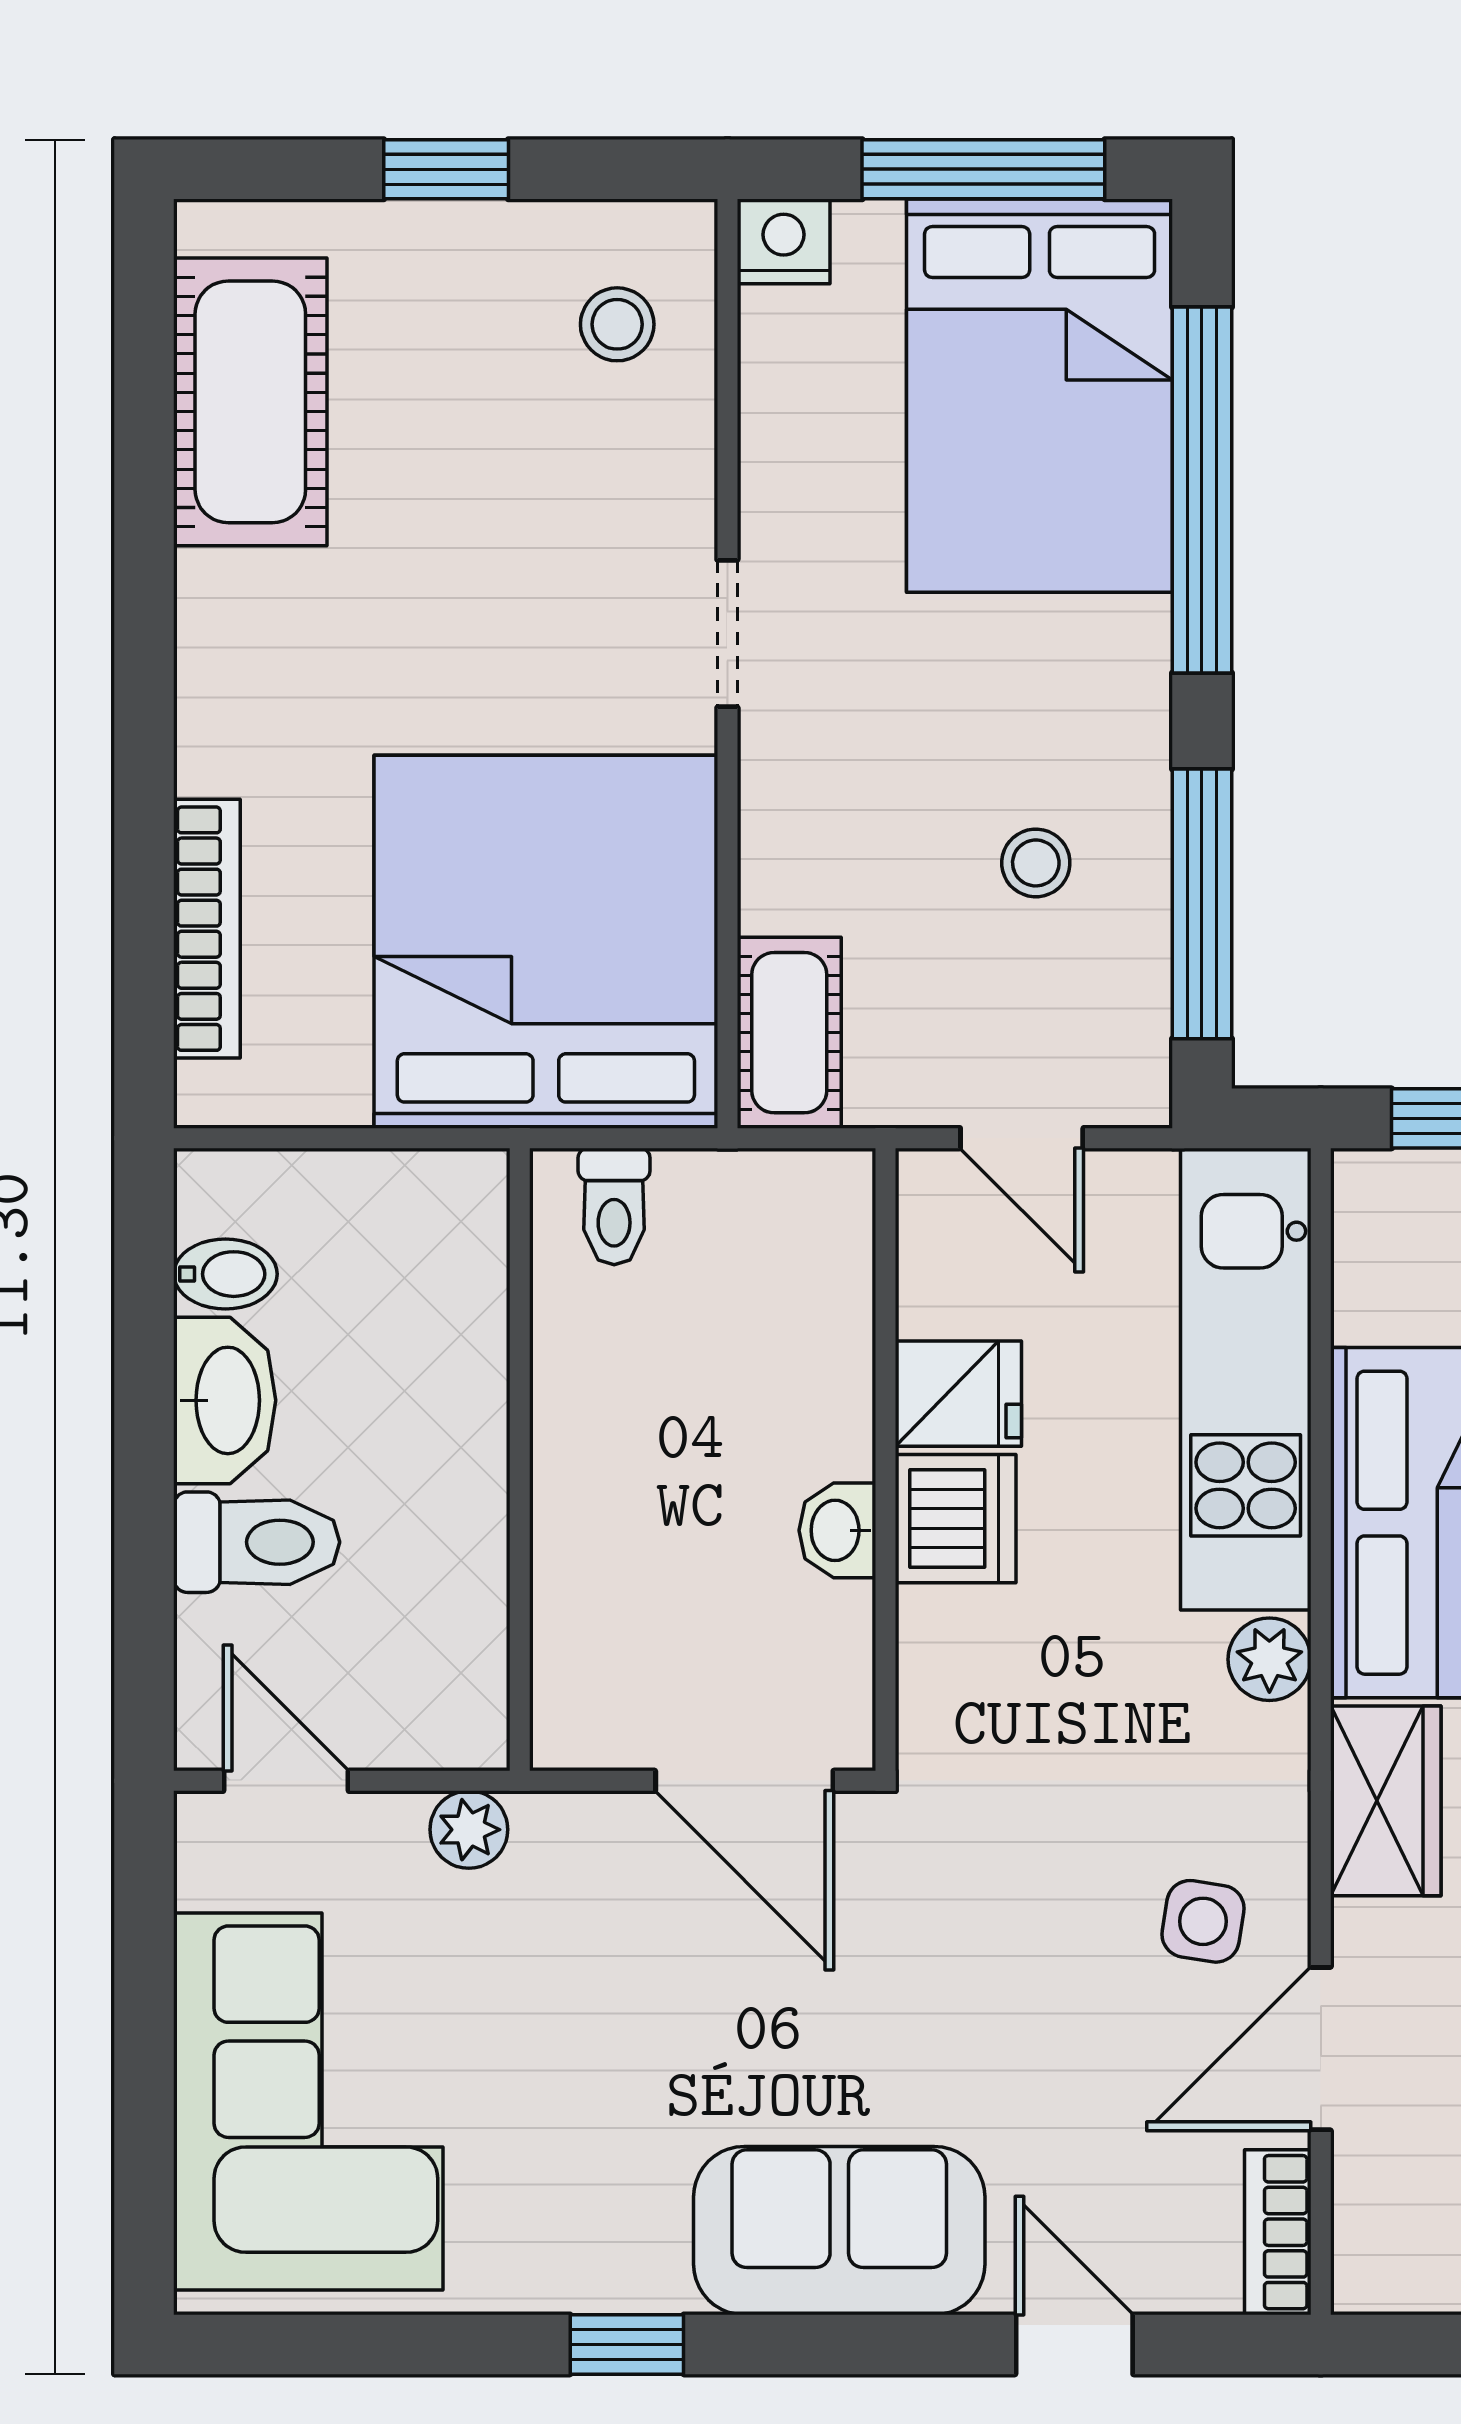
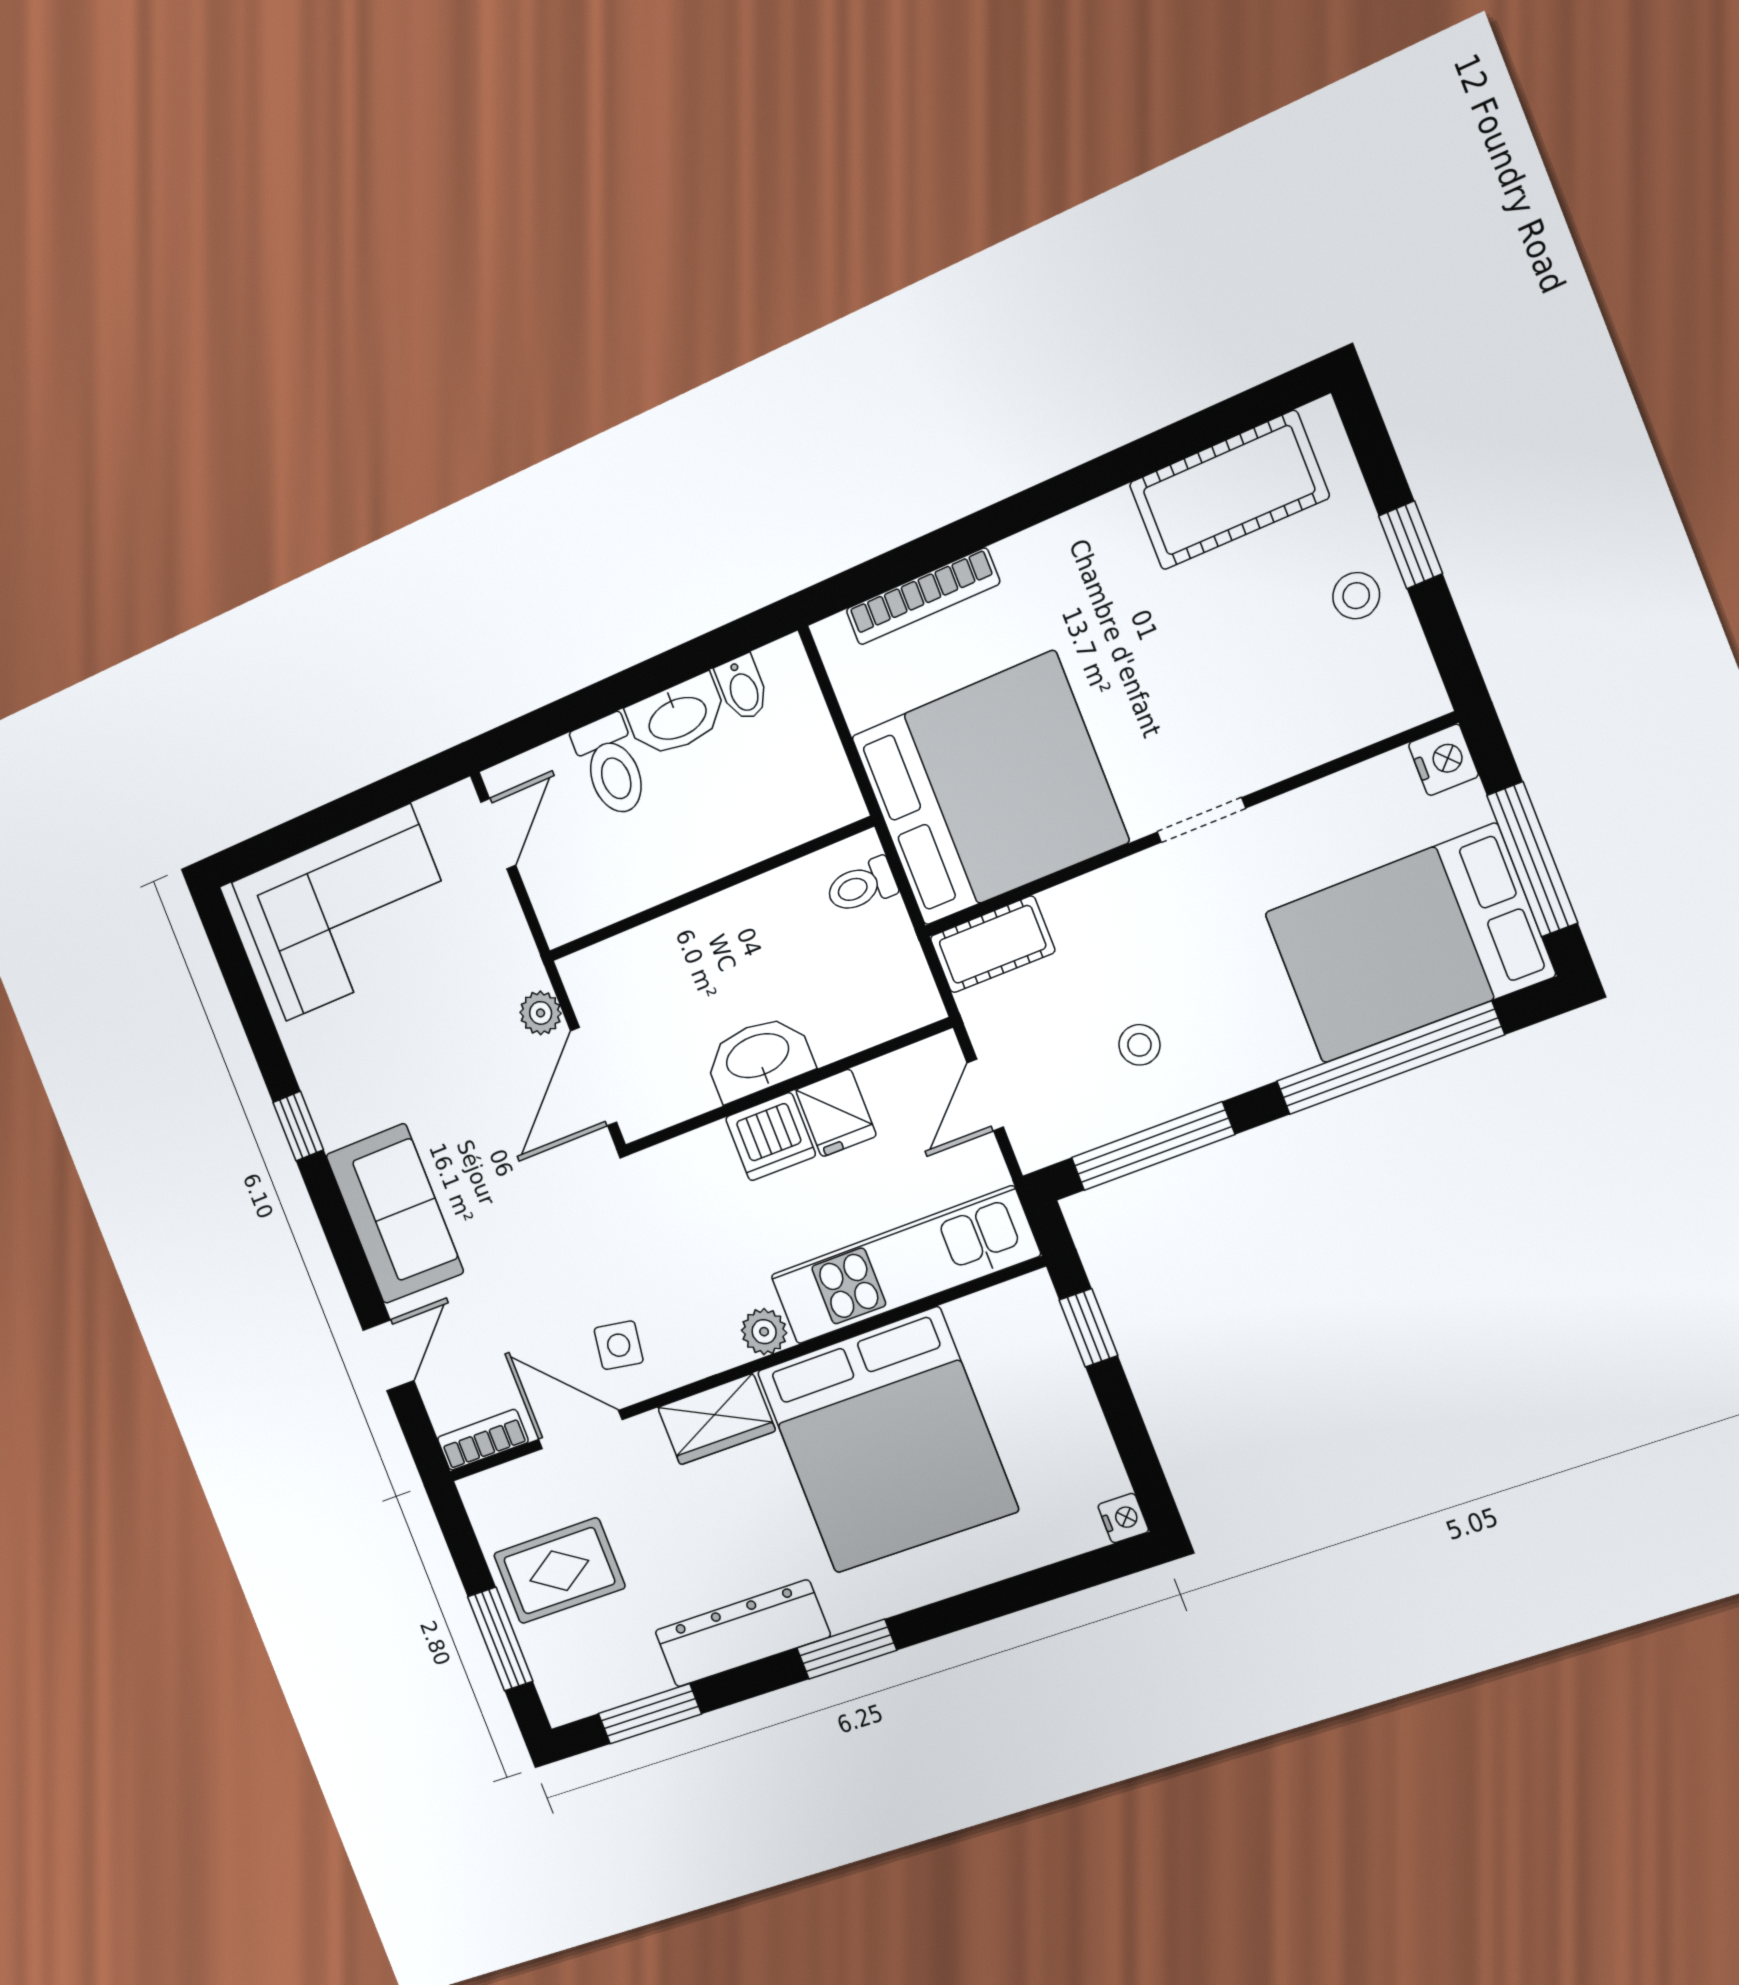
stool: (617, 324) -> (1356, 596), moved
washbasin: (837, 1530) -> (758, 1057), width x1.91, depth x1.45
plant: (469, 1830) -> (541, 1013), moved

